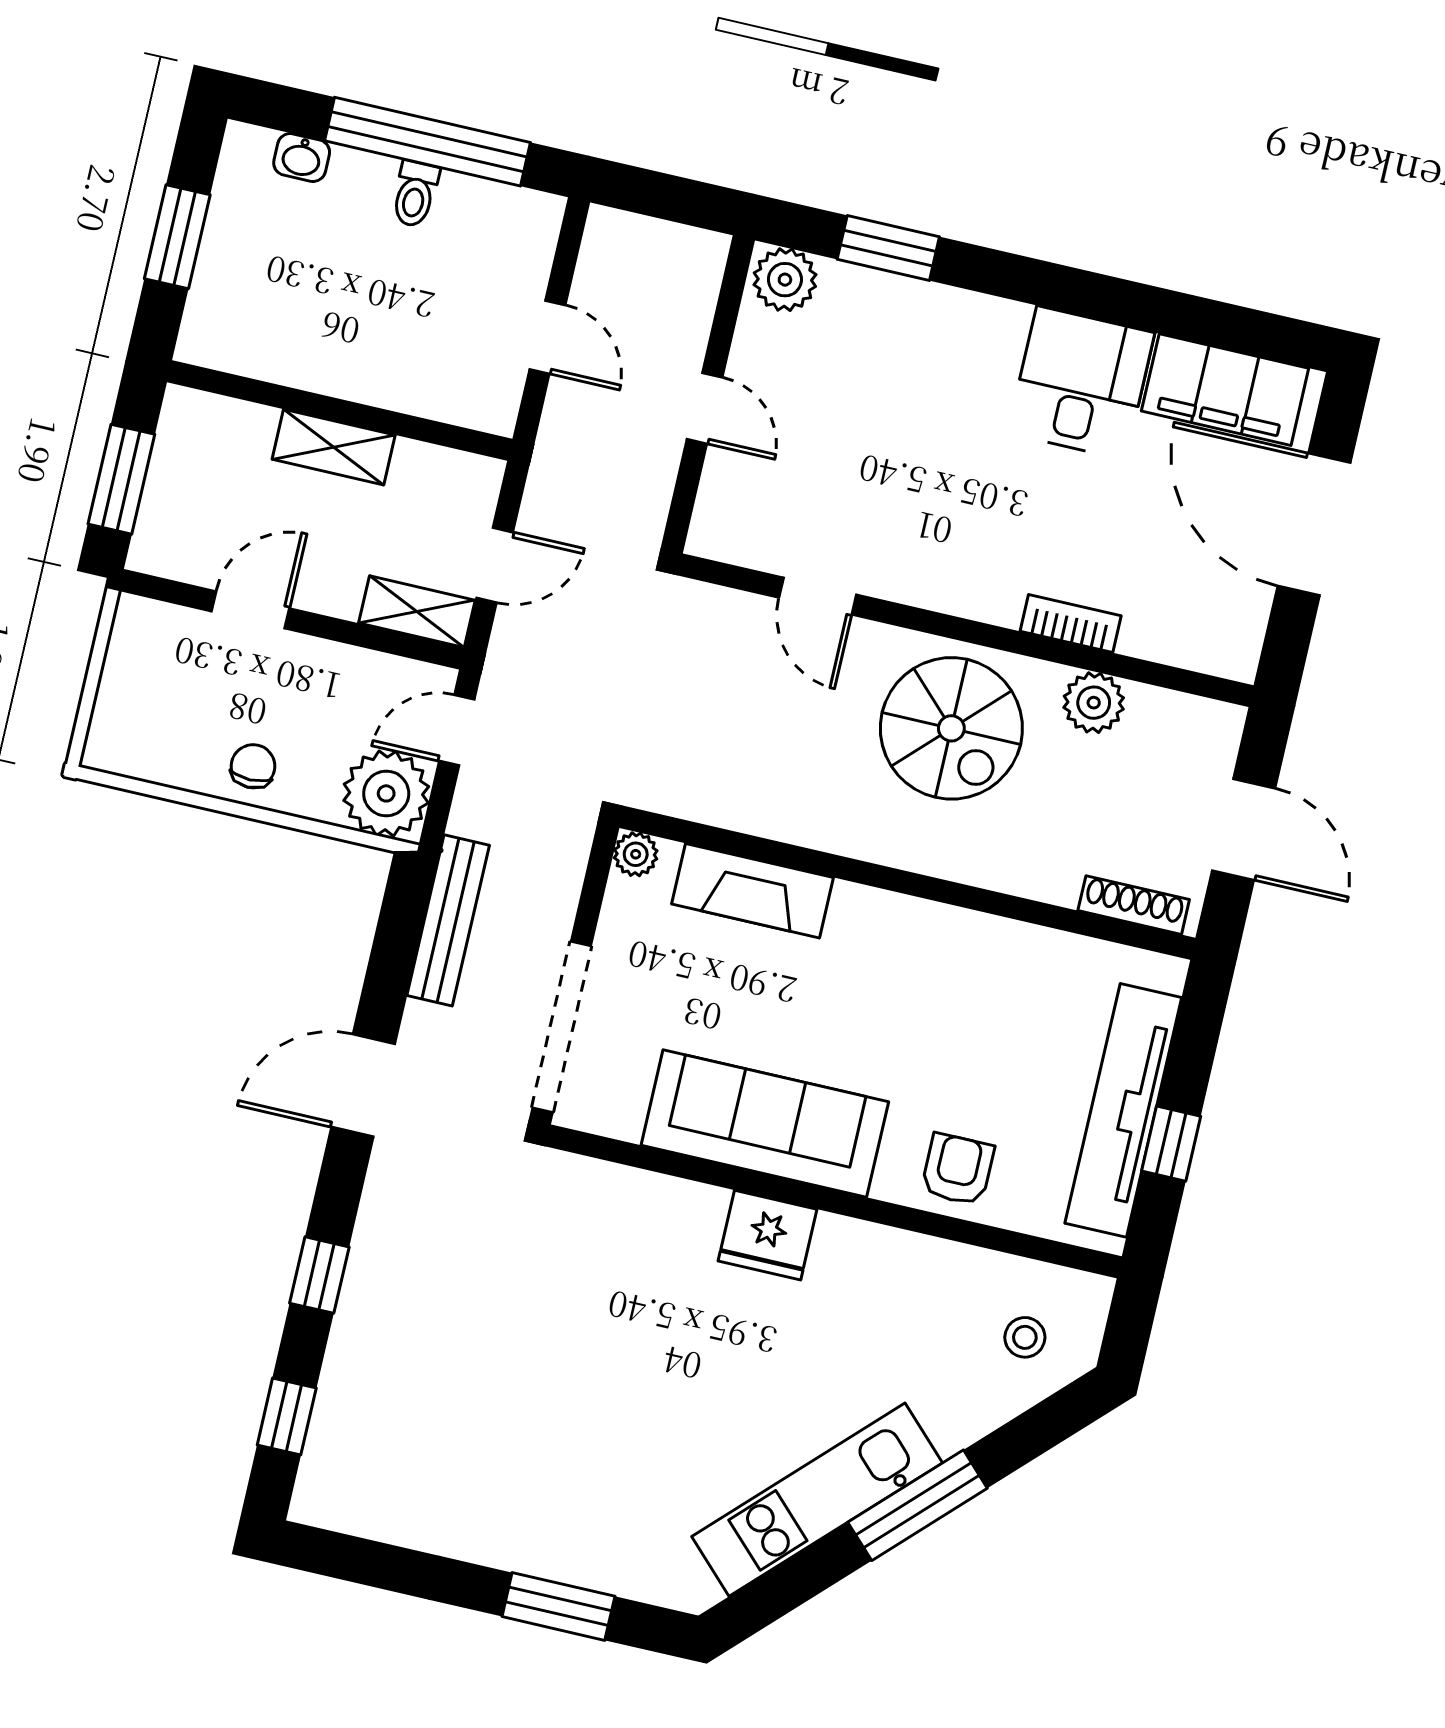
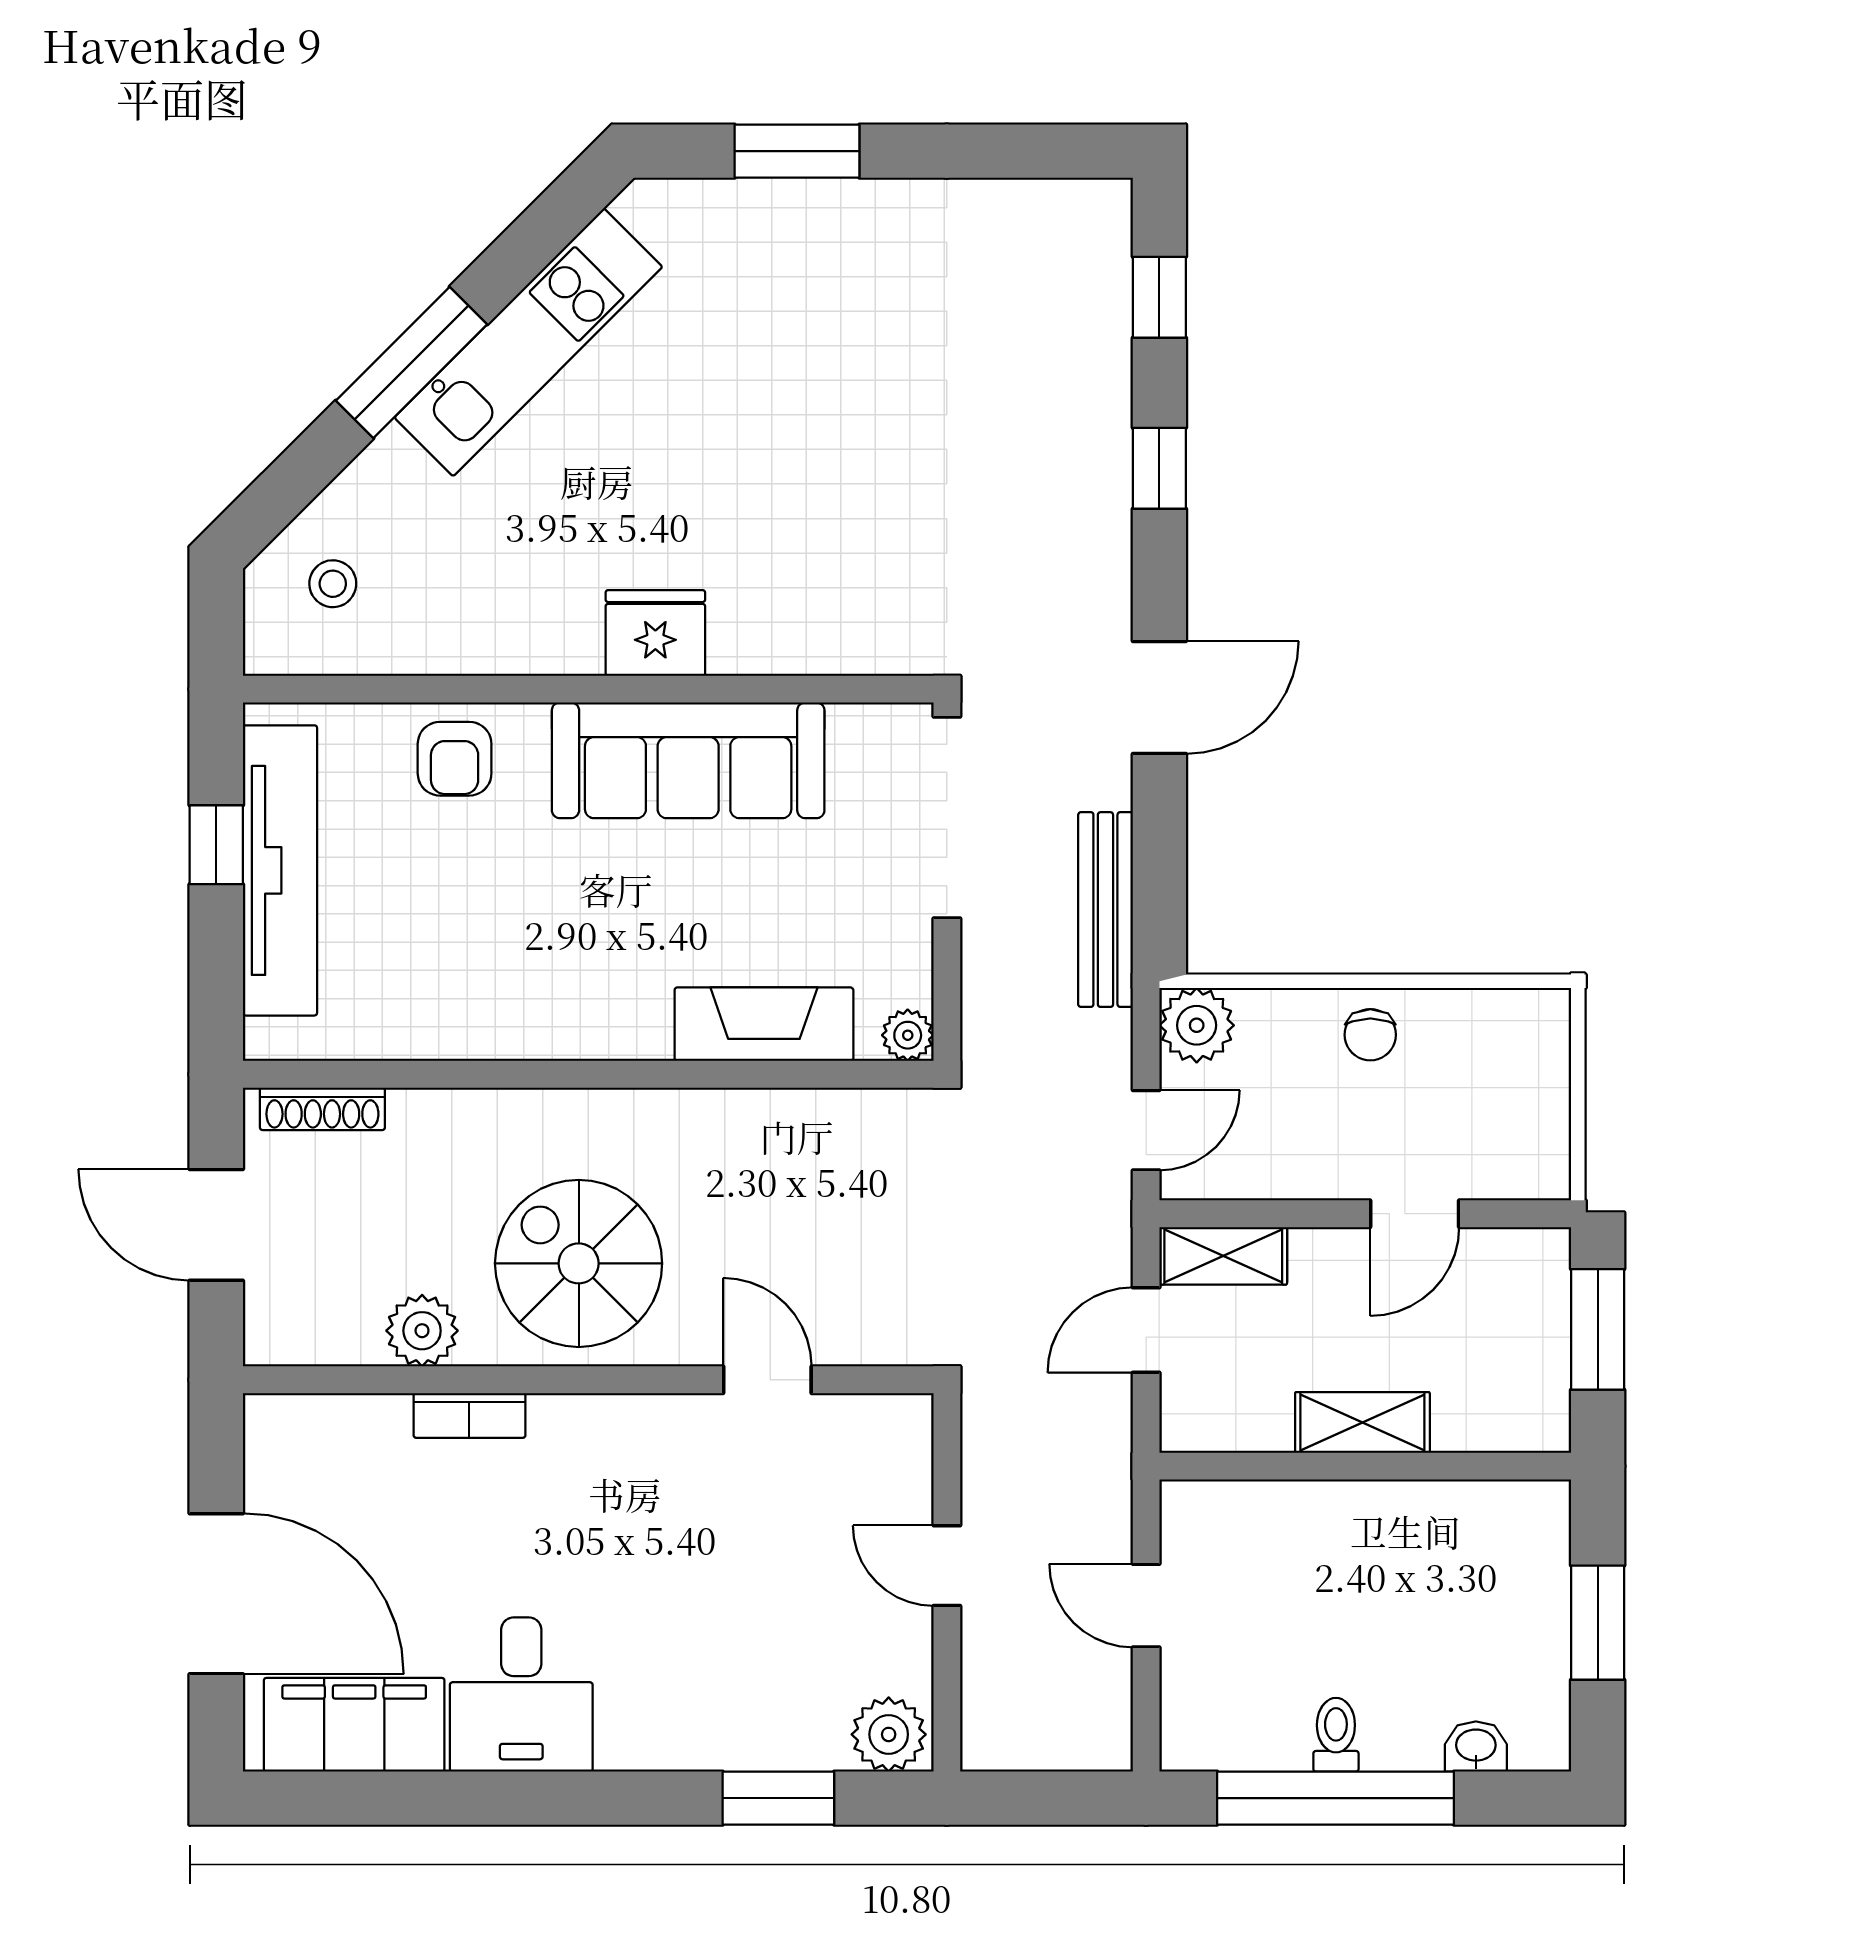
plant: (386, 793) -> (1197, 1025), width x0.73, depth x0.73

